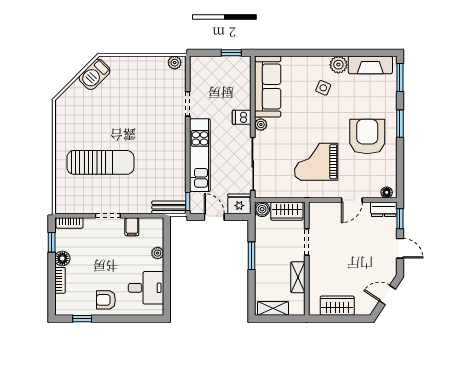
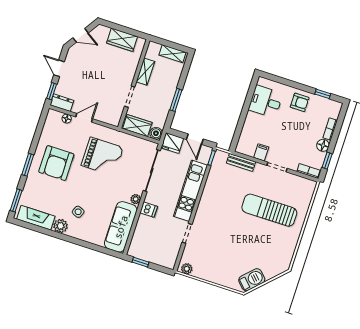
floor lamp: (387, 192) -> (67, 119), moved
bench: (169, 207) -> (241, 162), moved
plant: (158, 253) -> (248, 126), removed

